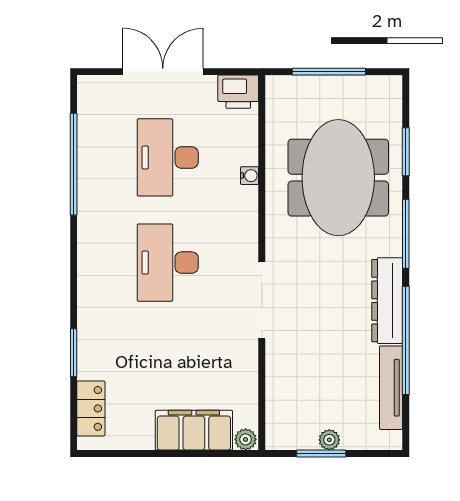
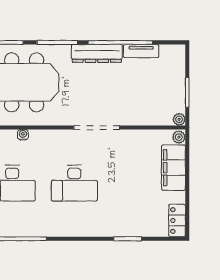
tv unit: (391, 388) -> (141, 51), width x0.71
locker: (91, 408) -> (177, 220), moved, turned -90
plant: (329, 440) -> (179, 119), moved

